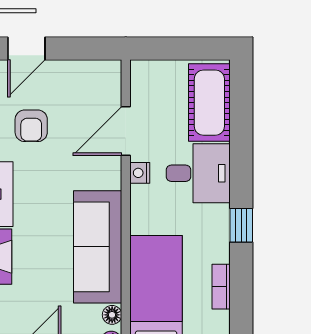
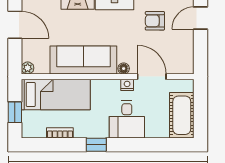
door: (26, 48) -> (201, 18), hinge flipped
cot: (209, 103) -> (182, 115), moved, turned 90
floor lamp: (112, 315) -> (124, 69), moved

